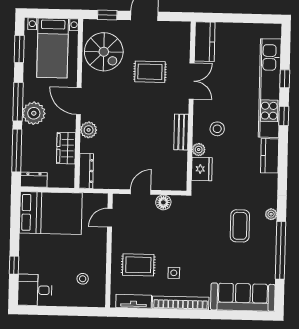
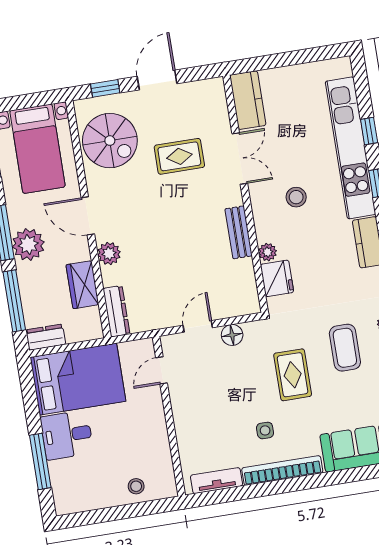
stool: (217, 129) -> (296, 197), moved
window: (14, 265) -> (40, 461), width x2.17
rug: (138, 265) -> (293, 375), moved, turned 90
stool: (83, 279) -> (136, 486), moved
desk: (35, 290) -> (67, 435), moved

